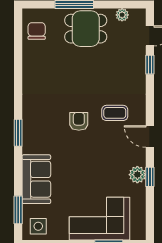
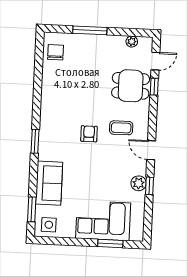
dining table: (86, 29) -> (131, 86), moved

